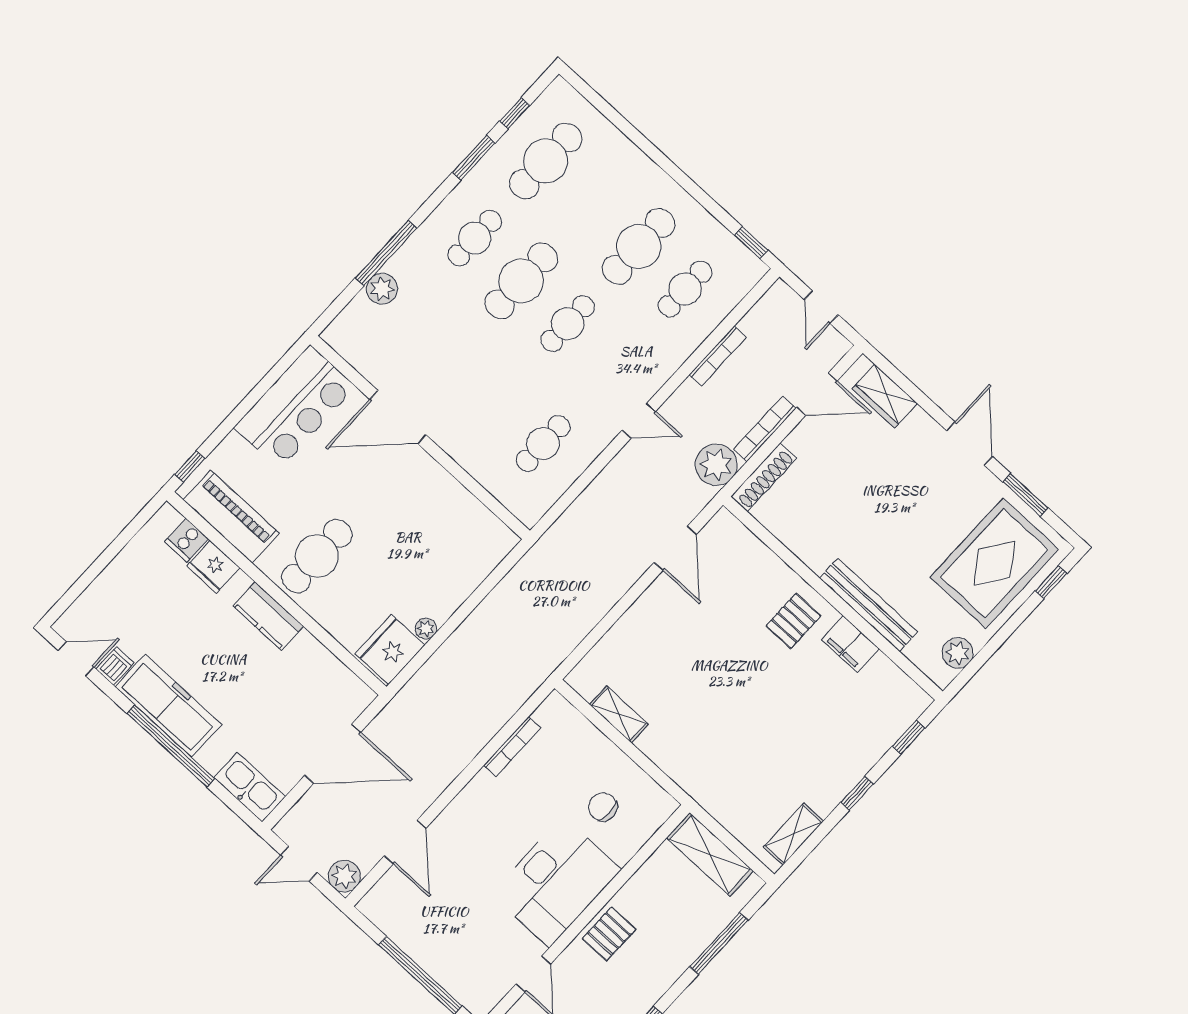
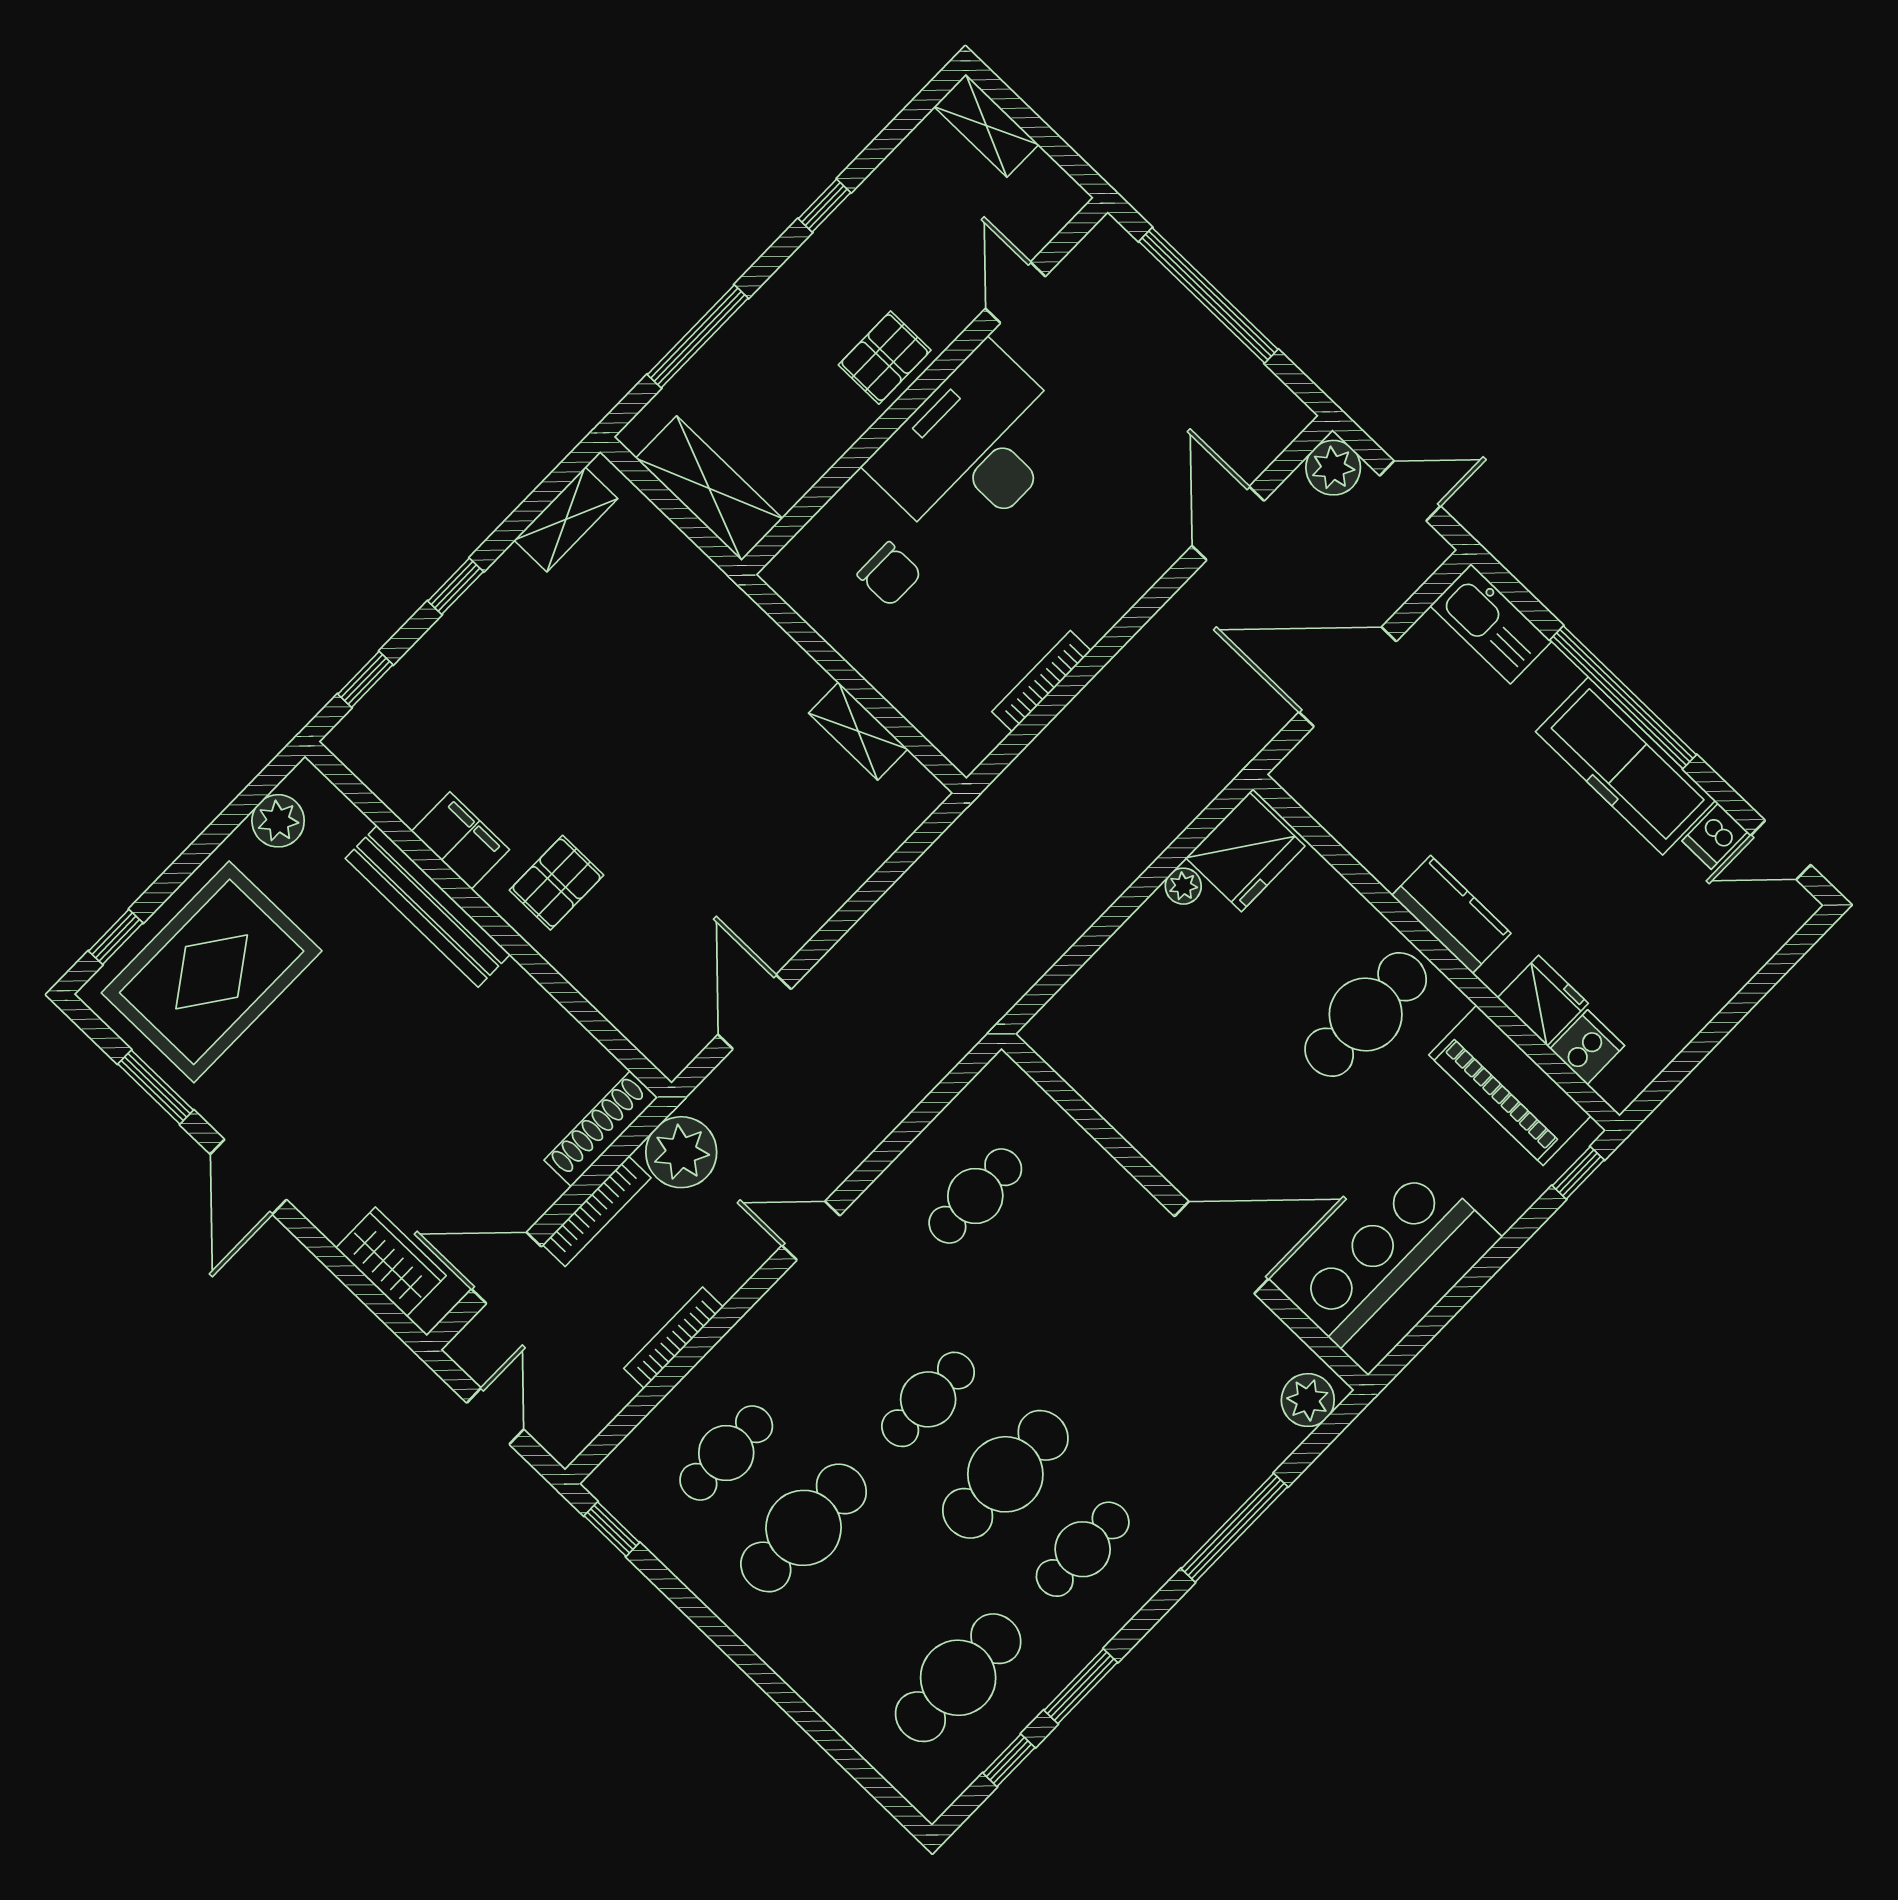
plant: (382, 289) -> (1308, 1400), moved

